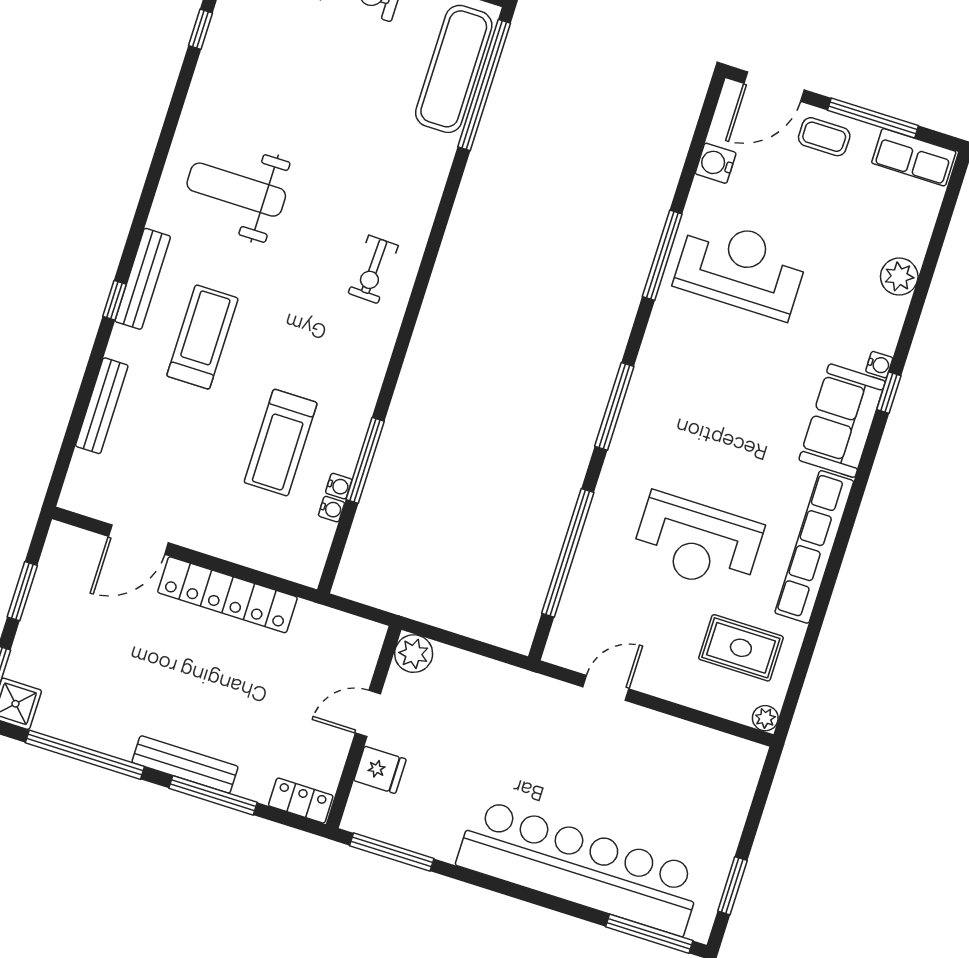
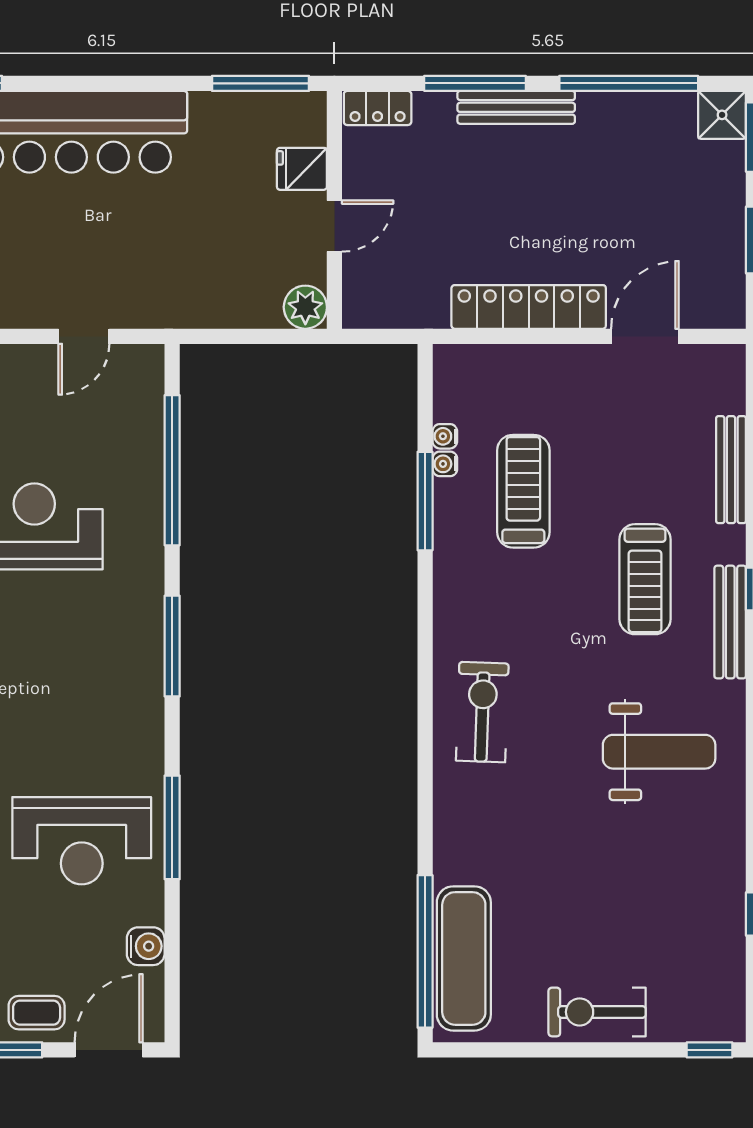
exercise bike: (373, 269) -> (482, 712), width x1.38, depth x1.39

